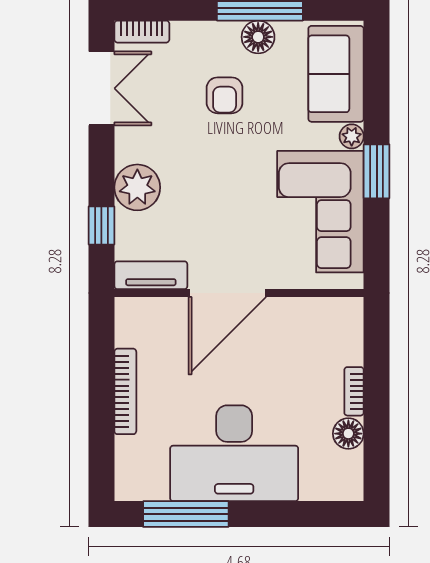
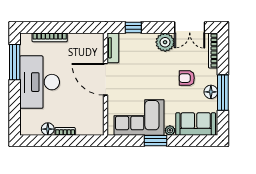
bookcase: (142, 32) -> (213, 50), width x1.56
plant: (137, 187) -> (165, 42), moved
bookcase: (125, 391) -> (50, 37), moved

